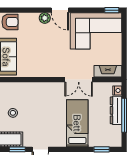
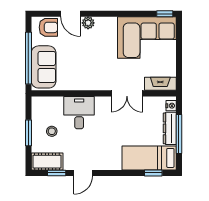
door: (60, 10) -> (71, 14), moved
desk: (37, 97) -> (79, 113), added
bed: (77, 123) -> (149, 158), moved, turned -90

